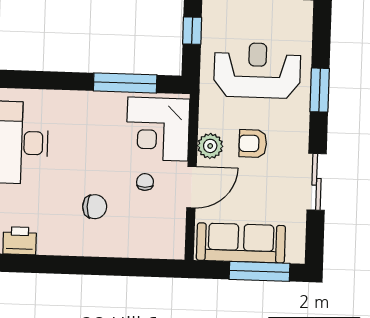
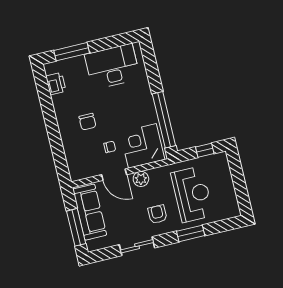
window: (125, 83) -> (164, 120), width x1.46
armchair: (253, 143) -> (157, 214), moved

